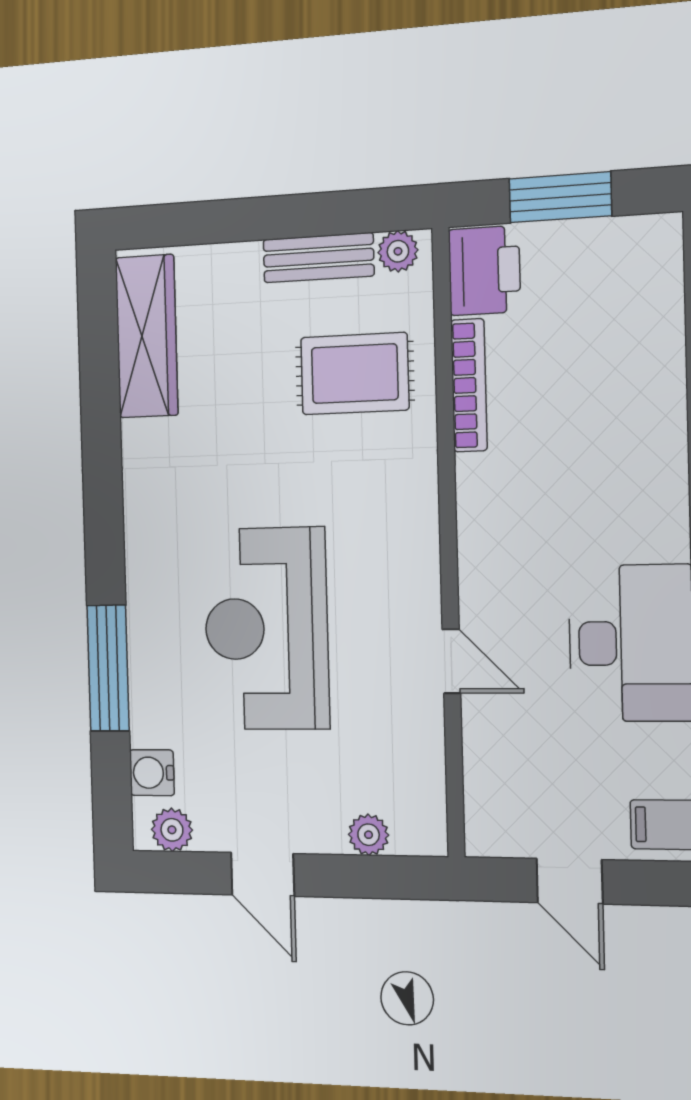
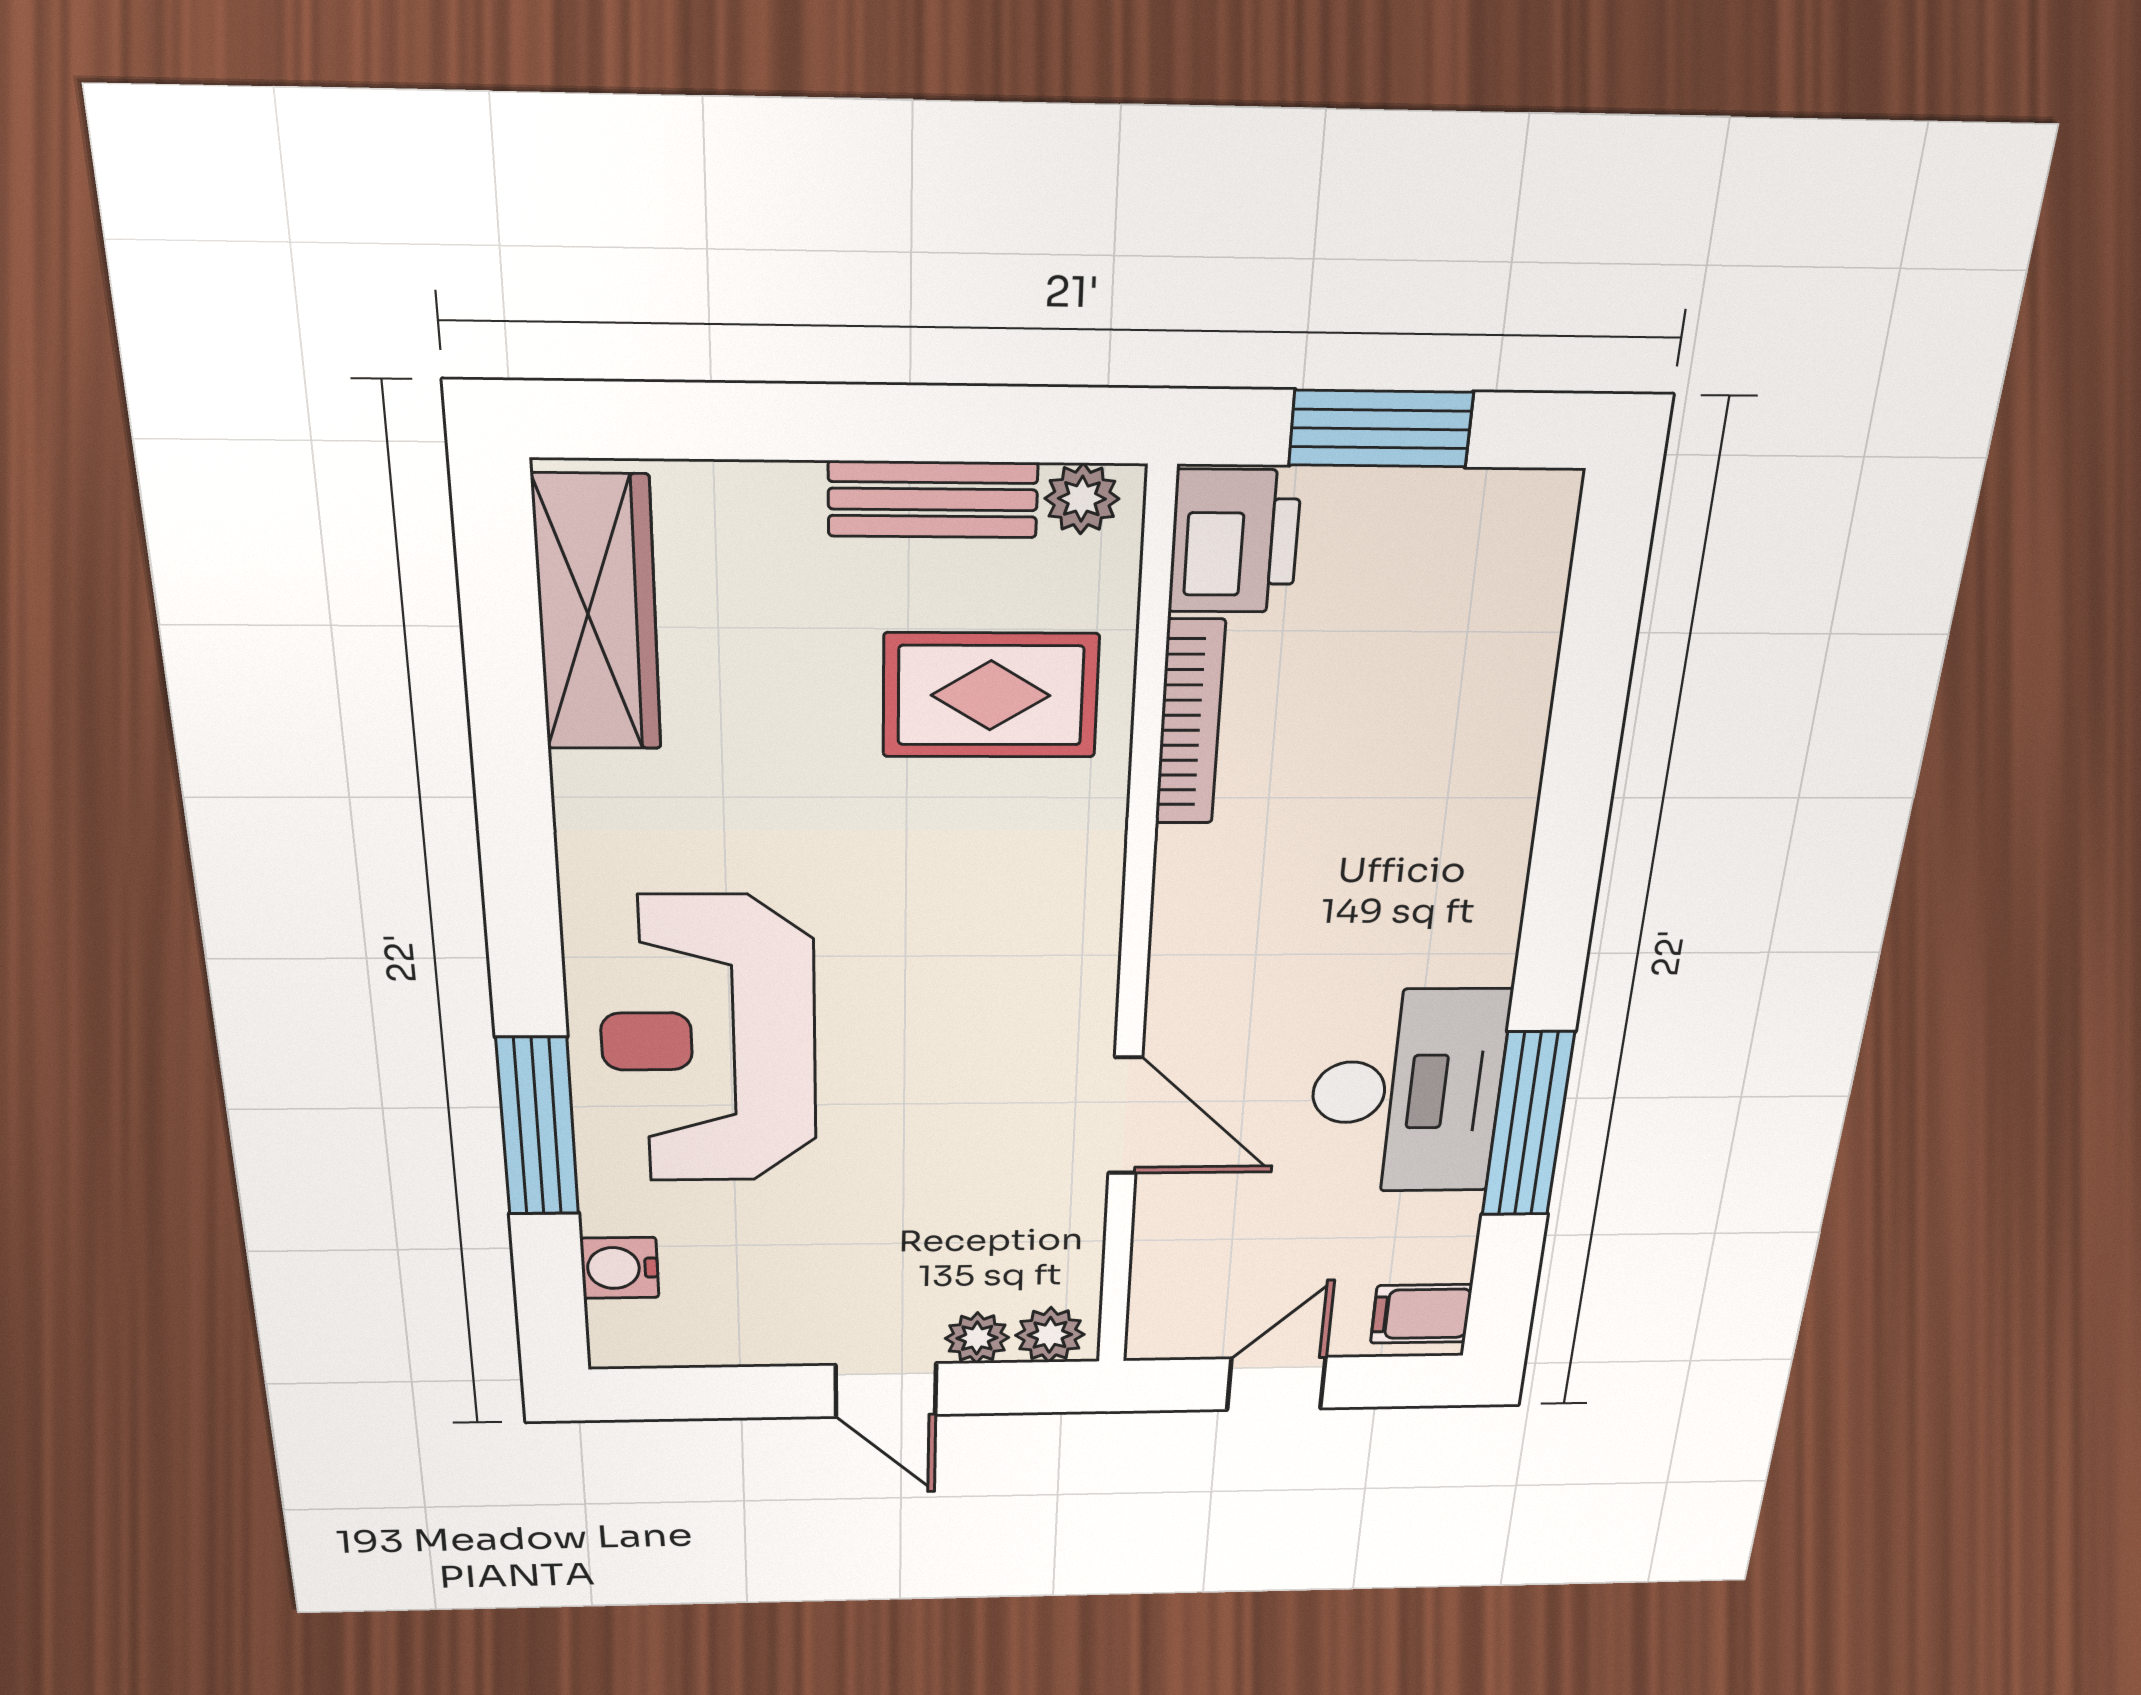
reception desk: (266, 629) -> (708, 1041), moved
door: (451, 661) -> (1125, 1116), width x1.38
plant: (172, 830) -> (1050, 1335), moved
door: (263, 874) -> (886, 1390), moved
door: (570, 881) -> (1276, 1384), swing flipped

